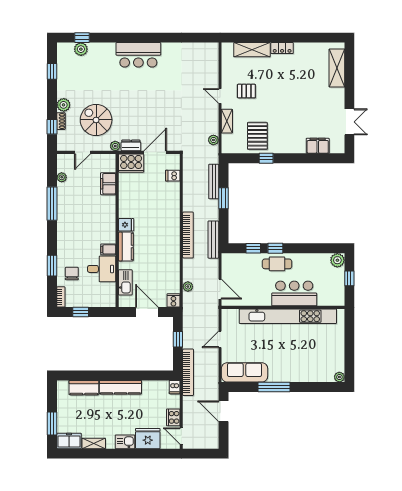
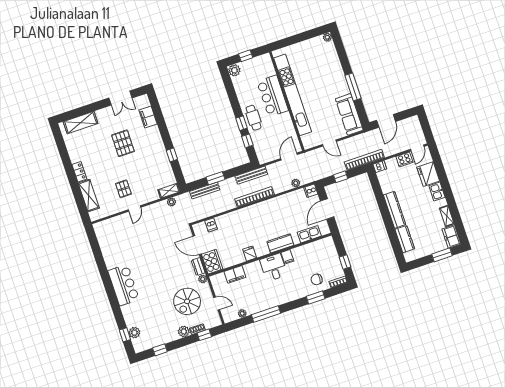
shelving: (227, 121) -> (169, 191), moved
double door: (349, 122) -> (120, 98), swing flipped
pallet: (257, 136) -> (123, 143), moved, turned 90
fridge: (126, 225) -> (250, 254), moved
desk: (102, 269) -> (274, 267), moved

